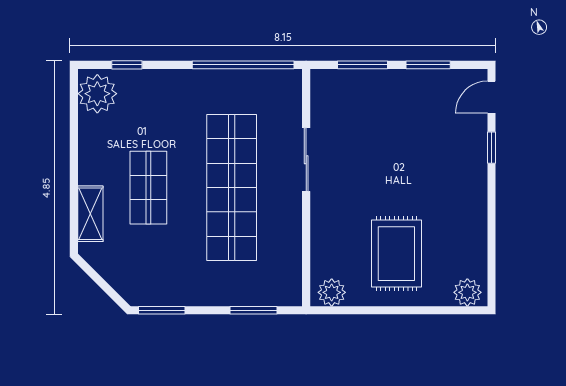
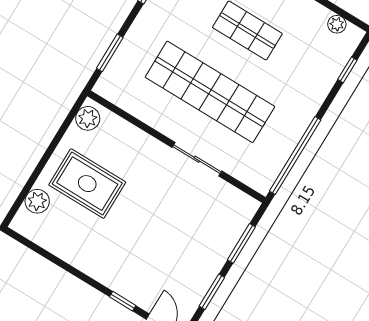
plant: (97, 94) -> (337, 24), width x0.53, depth x0.53
plant: (467, 292) -> (37, 201), moved

